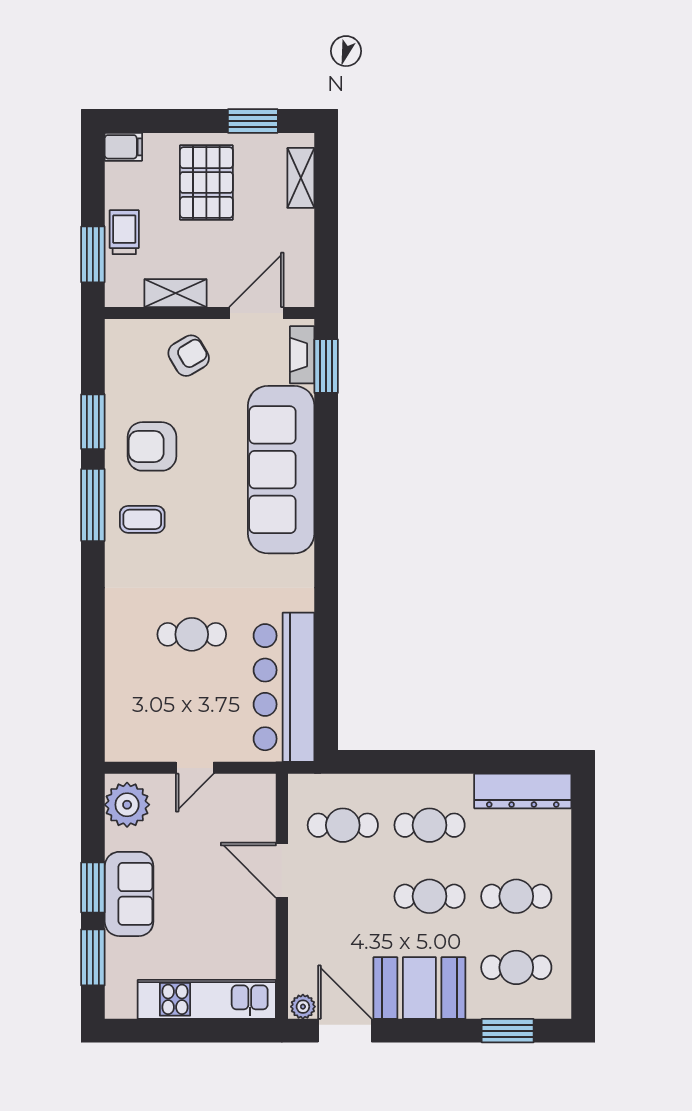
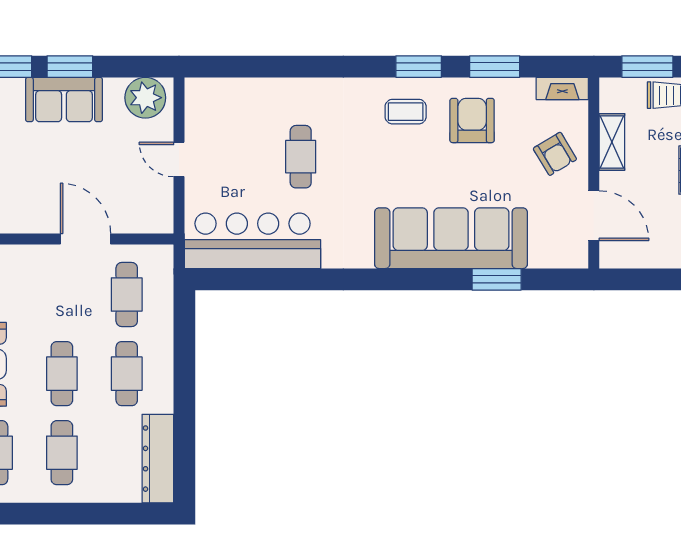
fireplace: (302, 355) -> (562, 88), moved, turned 180
window: (326, 366) -> (497, 279), moved
window: (93, 505) -> (419, 67), width x0.69
coffee table: (142, 519) -> (406, 112), turned 90
door: (282, 870) -> (86, 239), hinge flipped

